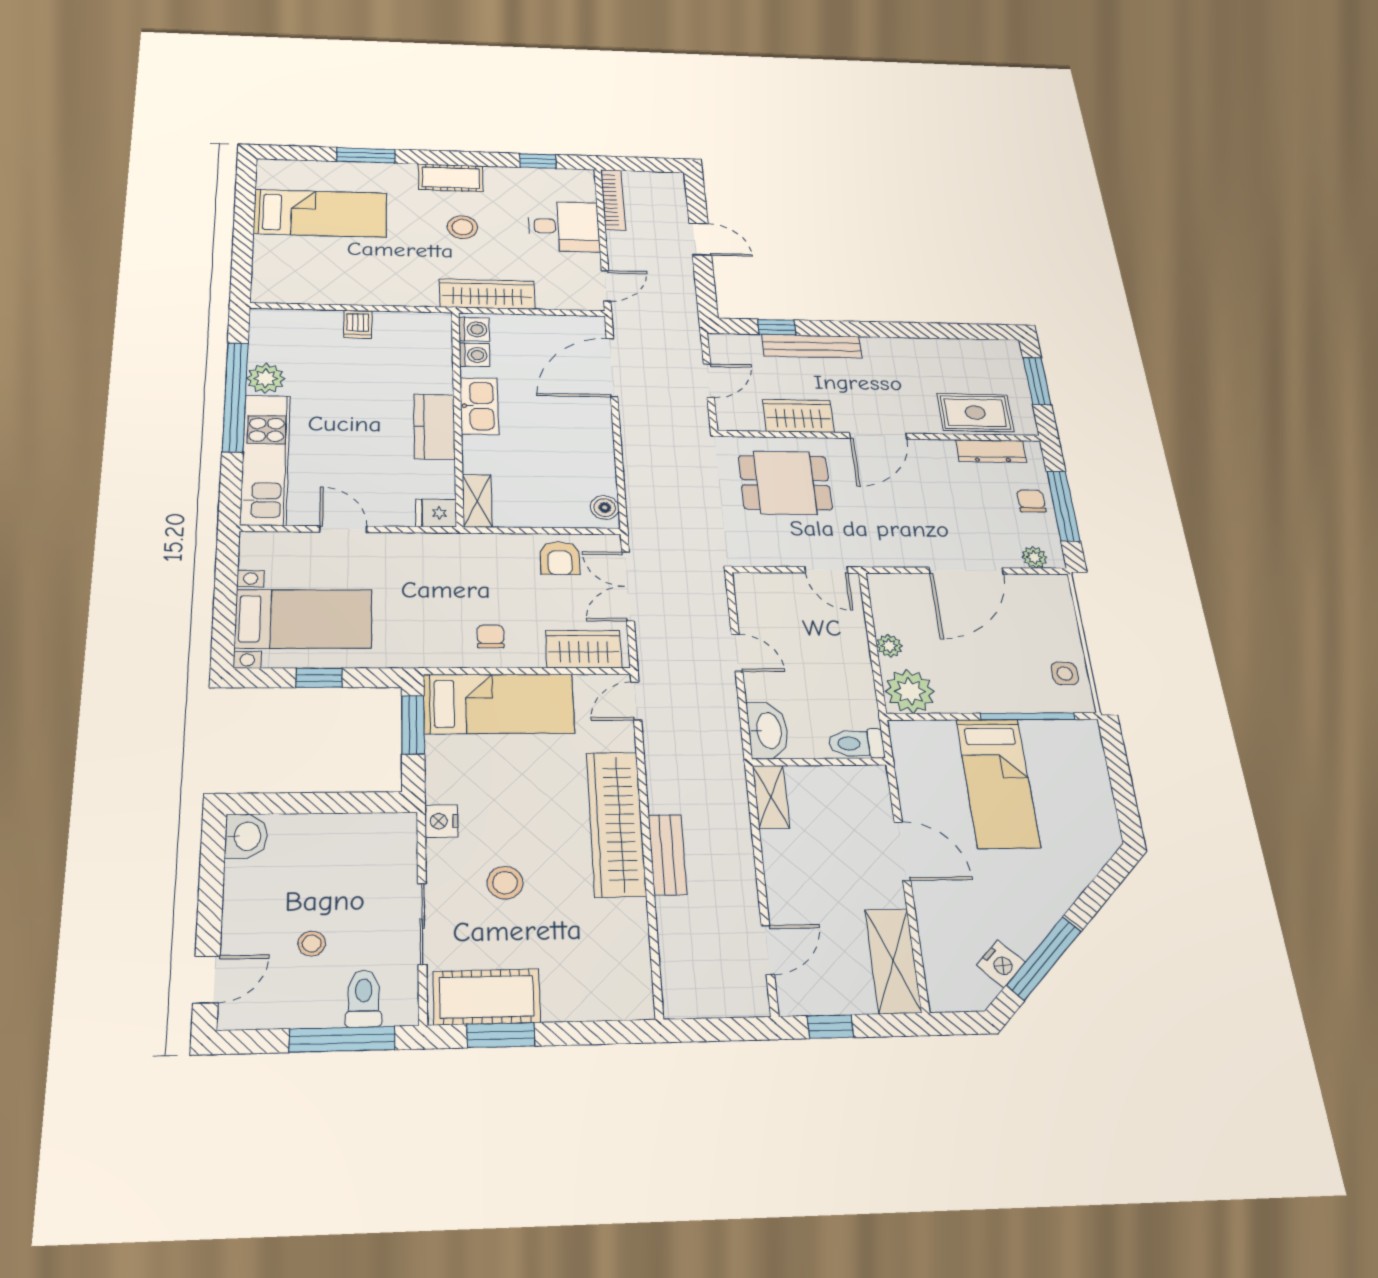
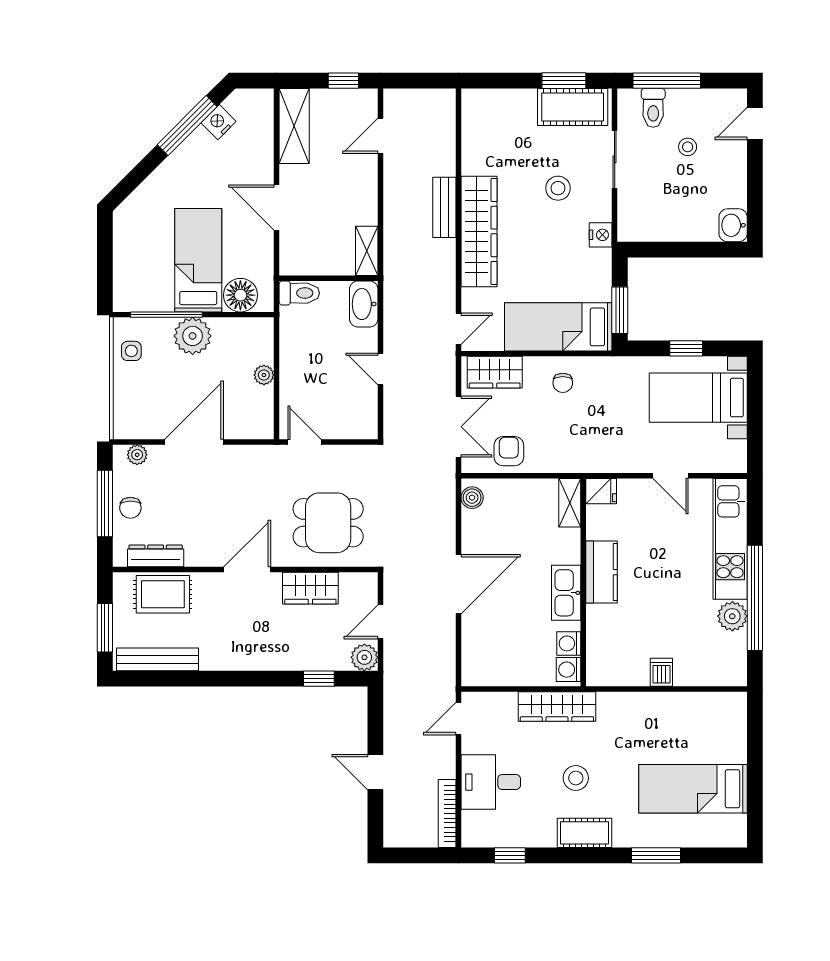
plant: (725, 346) -> (364, 657), added
bench: (812, 346) -> (157, 659), moved
door: (612, 367) -> (459, 584), moved
plant: (910, 691) -> (193, 336), moved
floor lamp: (934, 740) -> (240, 295), added

